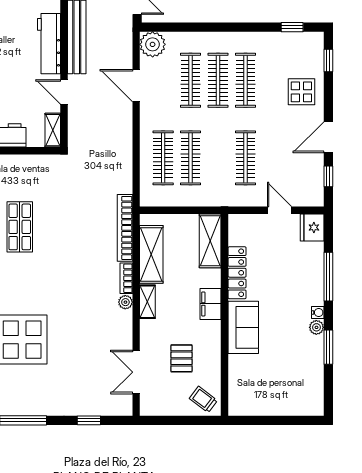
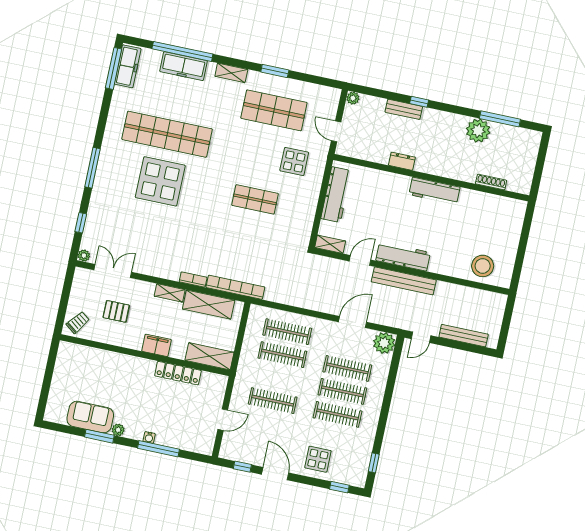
fridge: (312, 227) -> (203, 444), removed
plant: (125, 302) -> (84, 256), moved
water cooler: (318, 313) -> (149, 437), moved
sofa: (243, 327) -> (90, 417), moved, turned 180

